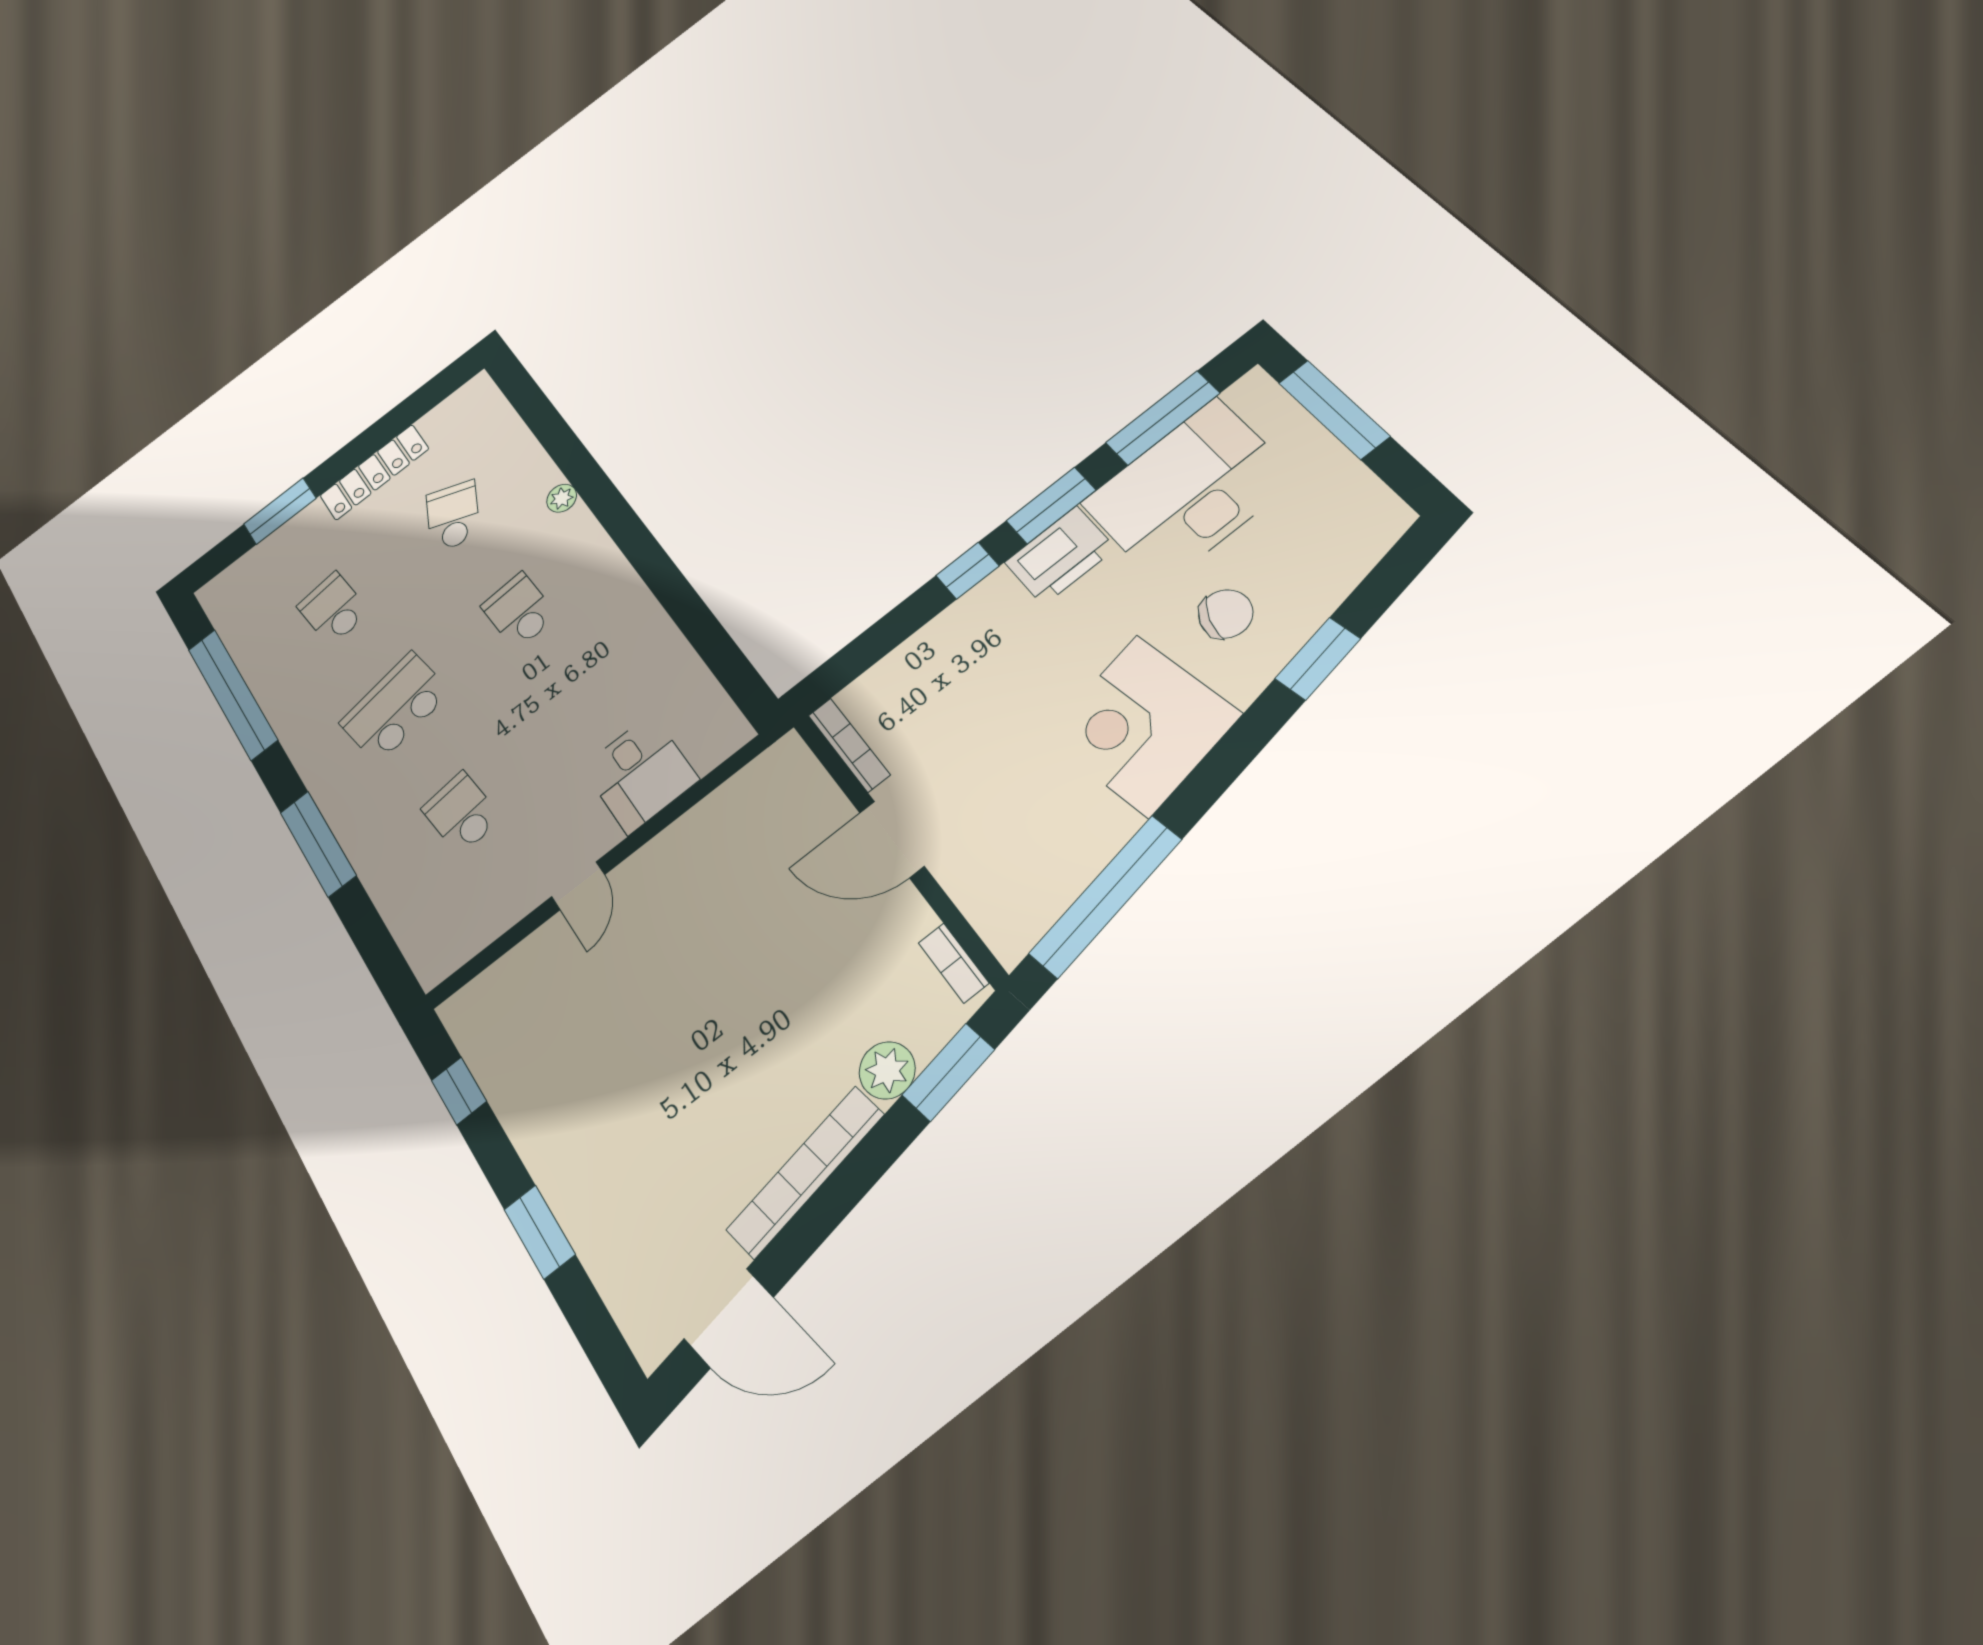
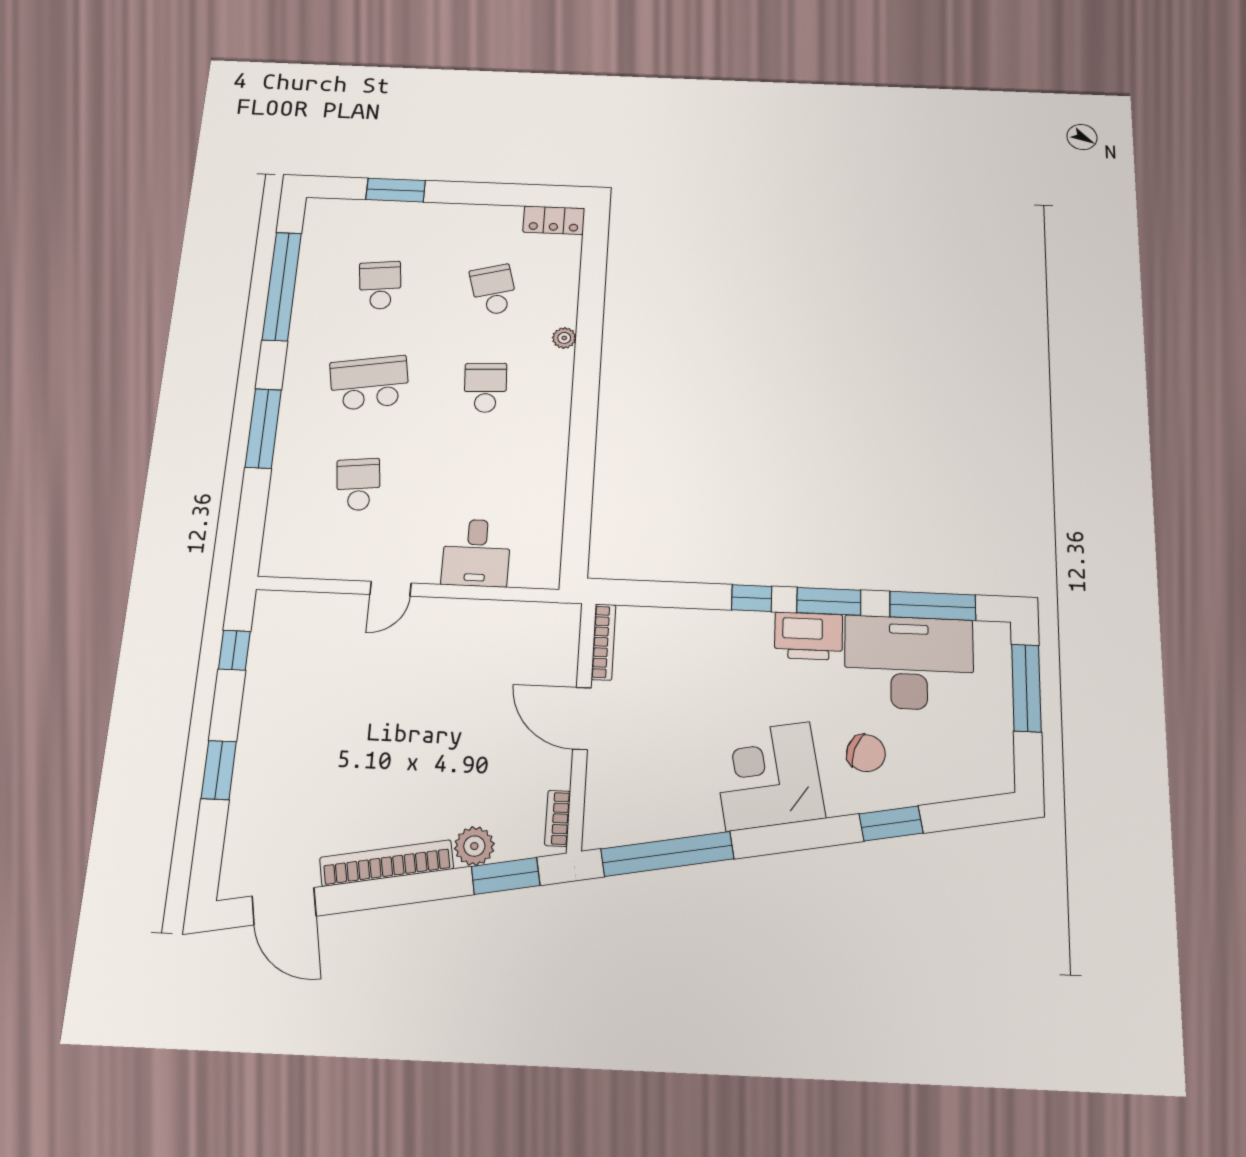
locker: (374, 472) -> (554, 220), moved, width x0.66
school desk: (453, 516) -> (494, 290), turned -39

